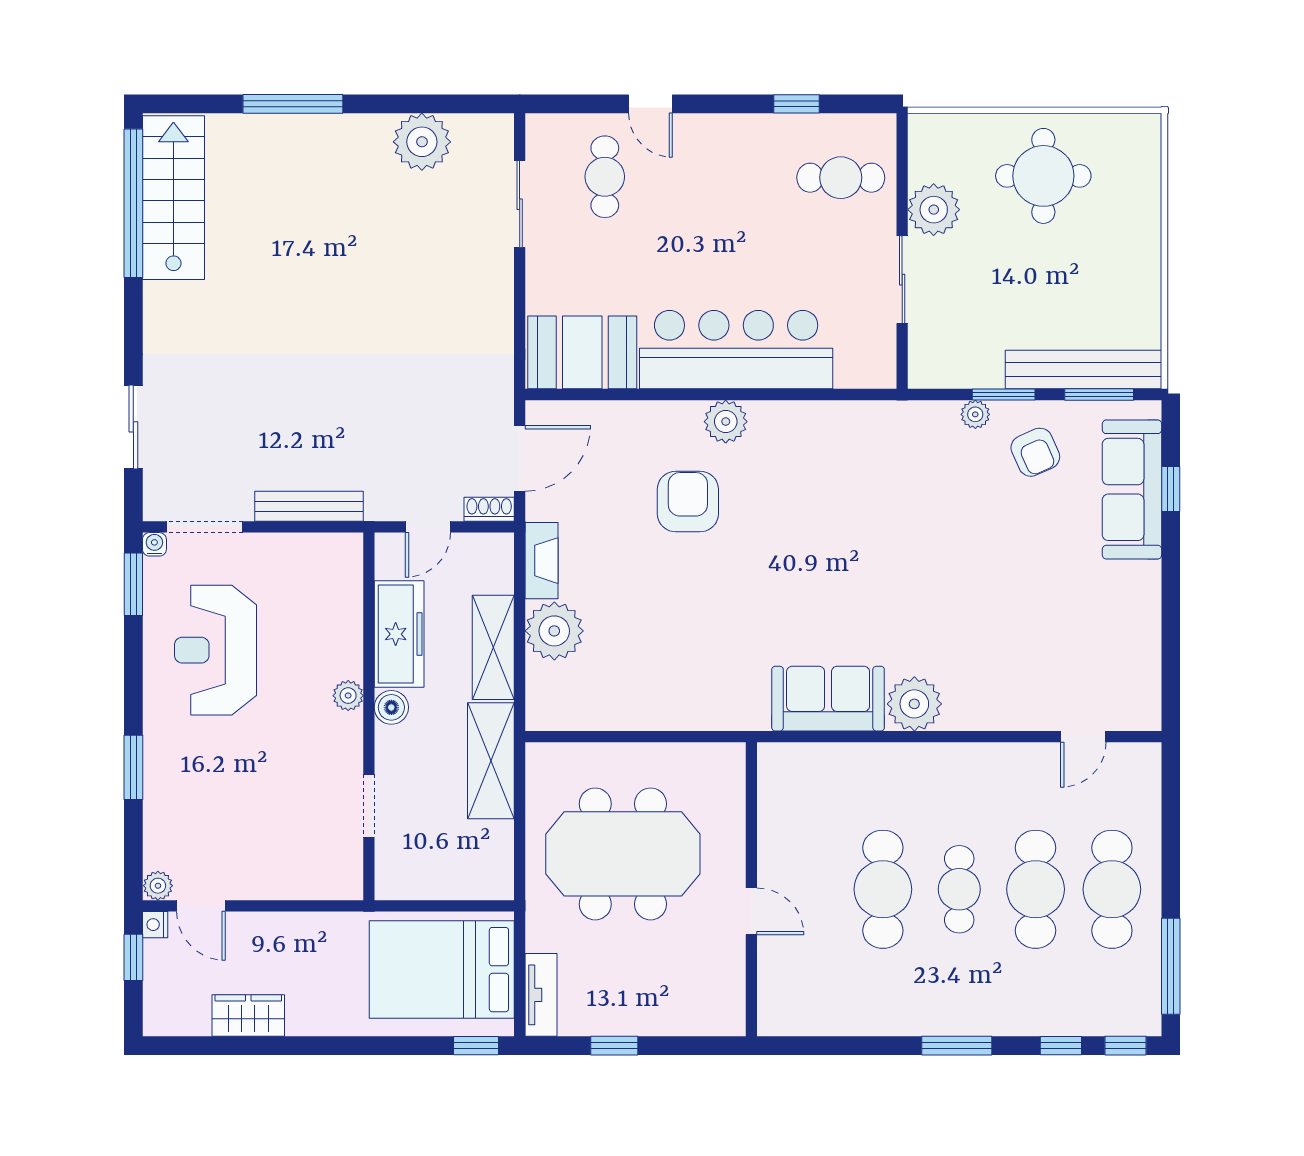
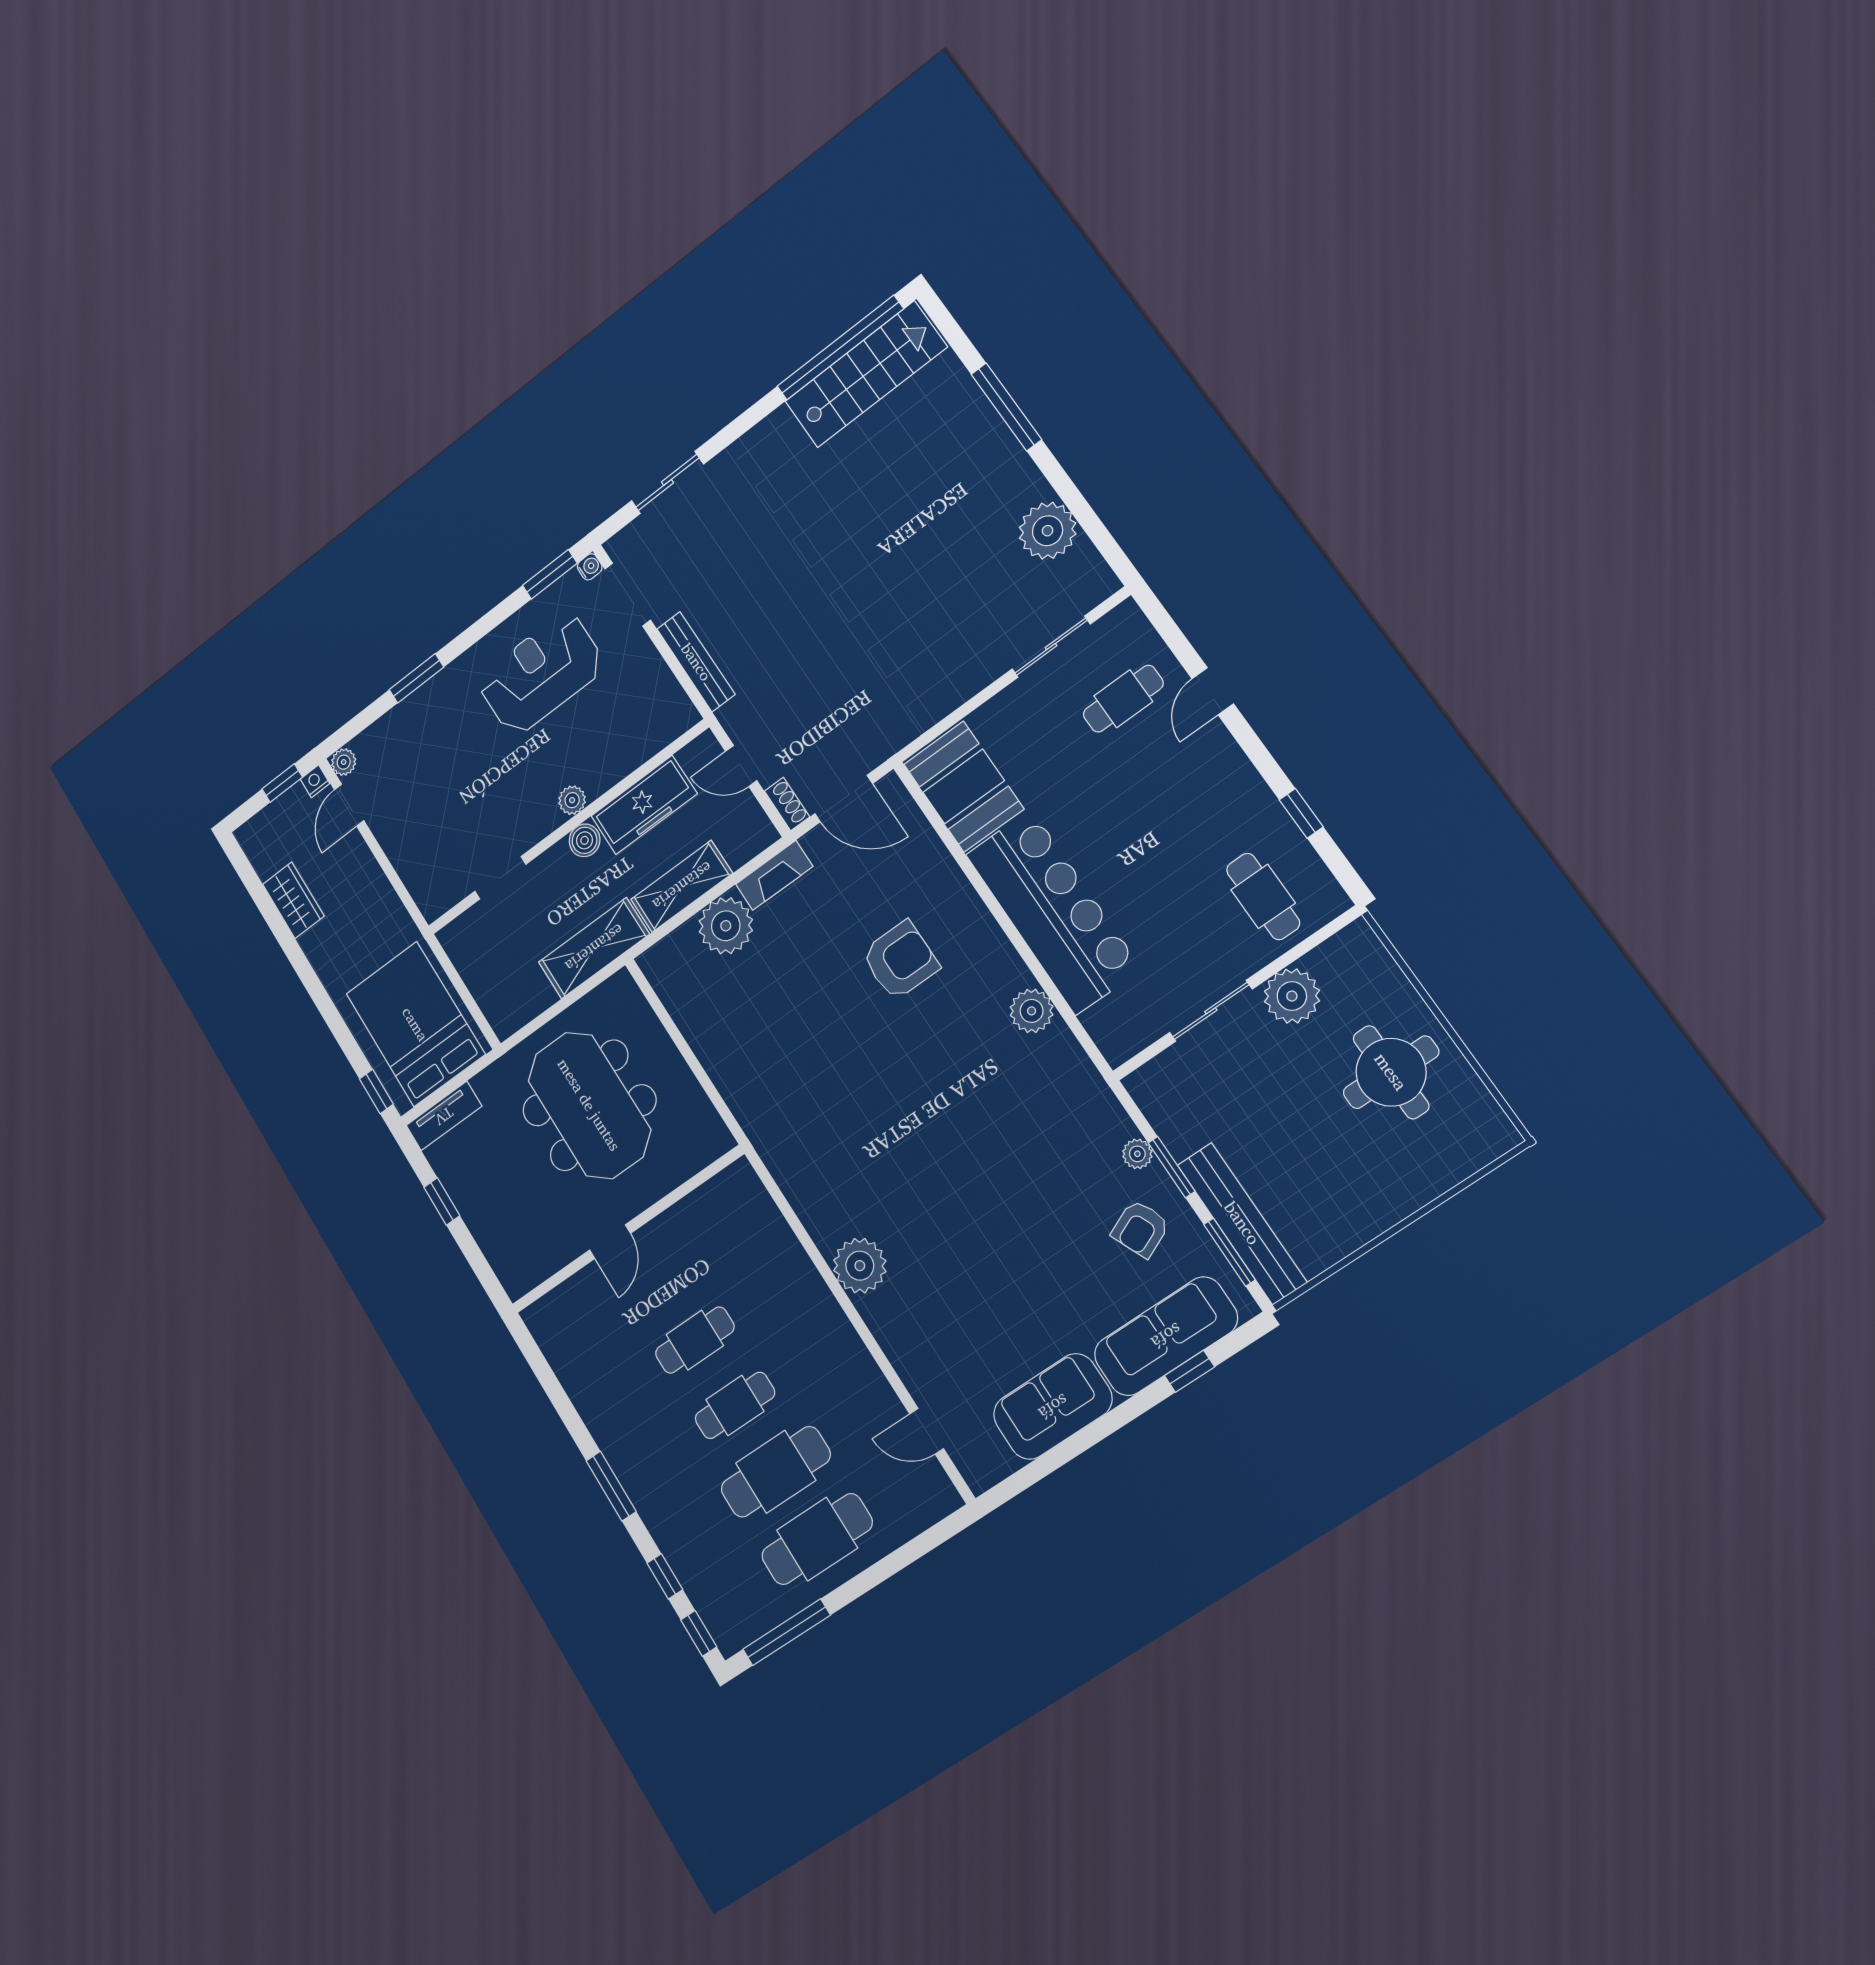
plant: (726, 422) -> (1032, 1011), moved
sofa: (828, 699) -> (1053, 1407), moved, turned -90
cafe table: (883, 889) -> (695, 1340), width x0.73, depth x0.74

